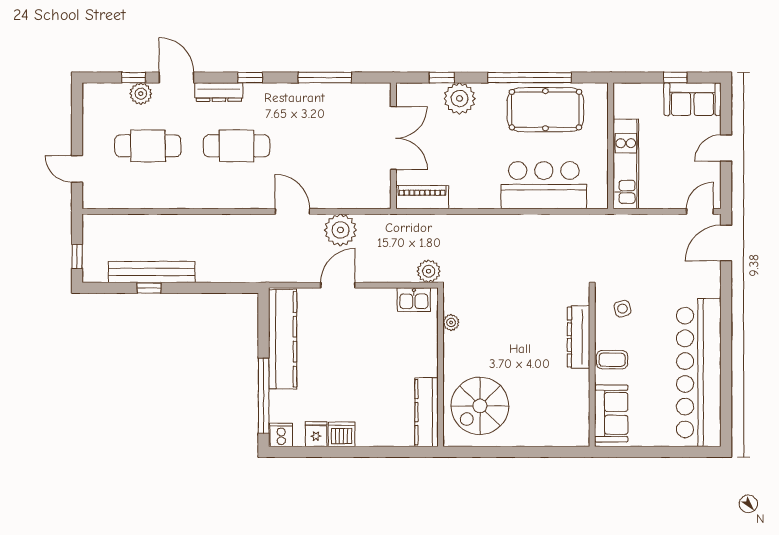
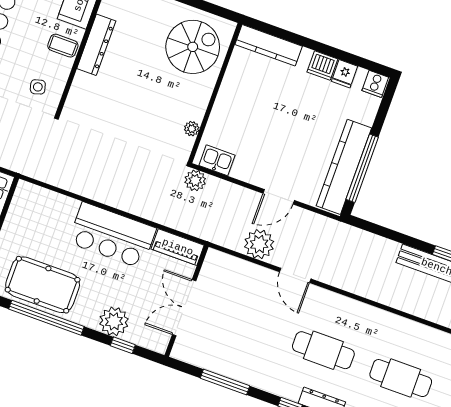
bar counter: (544, 185) -> (112, 235), moved
dresser: (579, 337) -> (96, 45), moved
window: (264, 396) -> (362, 168), moved
kitchen counter: (427, 412) -> (269, 45), moved, turned 90

